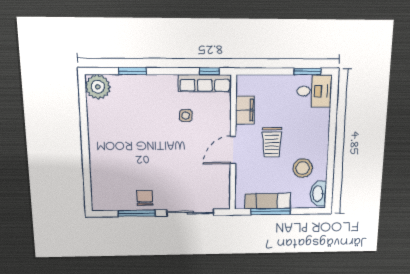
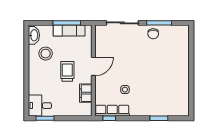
plant: (98, 87) -> (181, 108), removed

